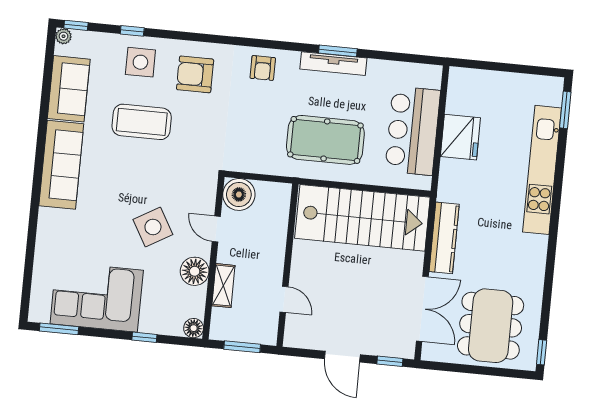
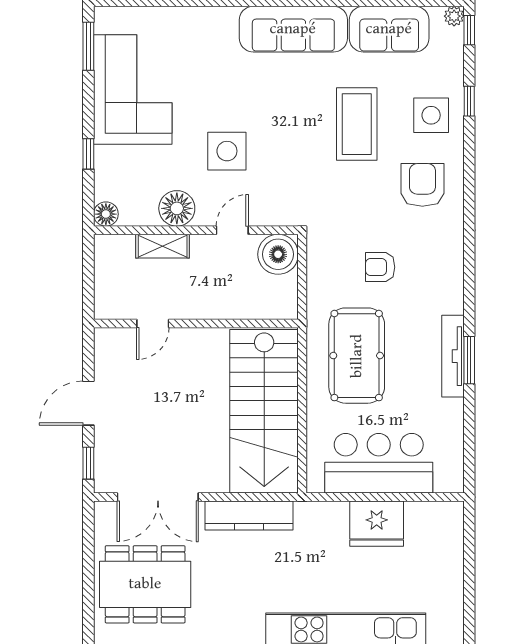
armchair: (263, 68) -> (380, 267), moved
side table: (153, 227) -> (227, 151), turned 30
window: (242, 347) -> (88, 277), removed

